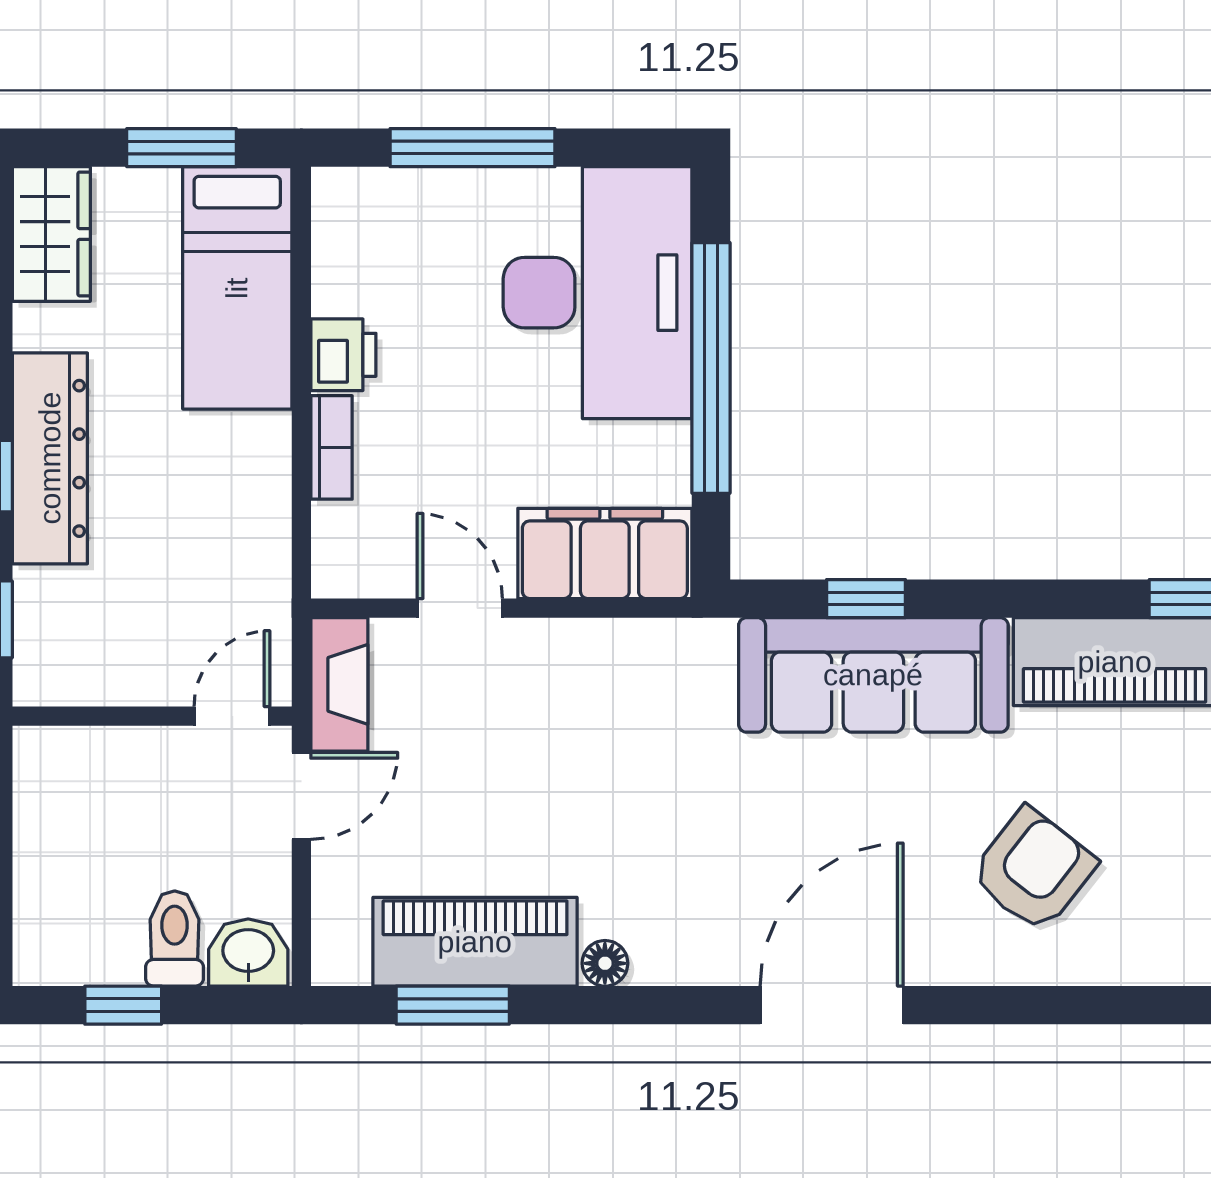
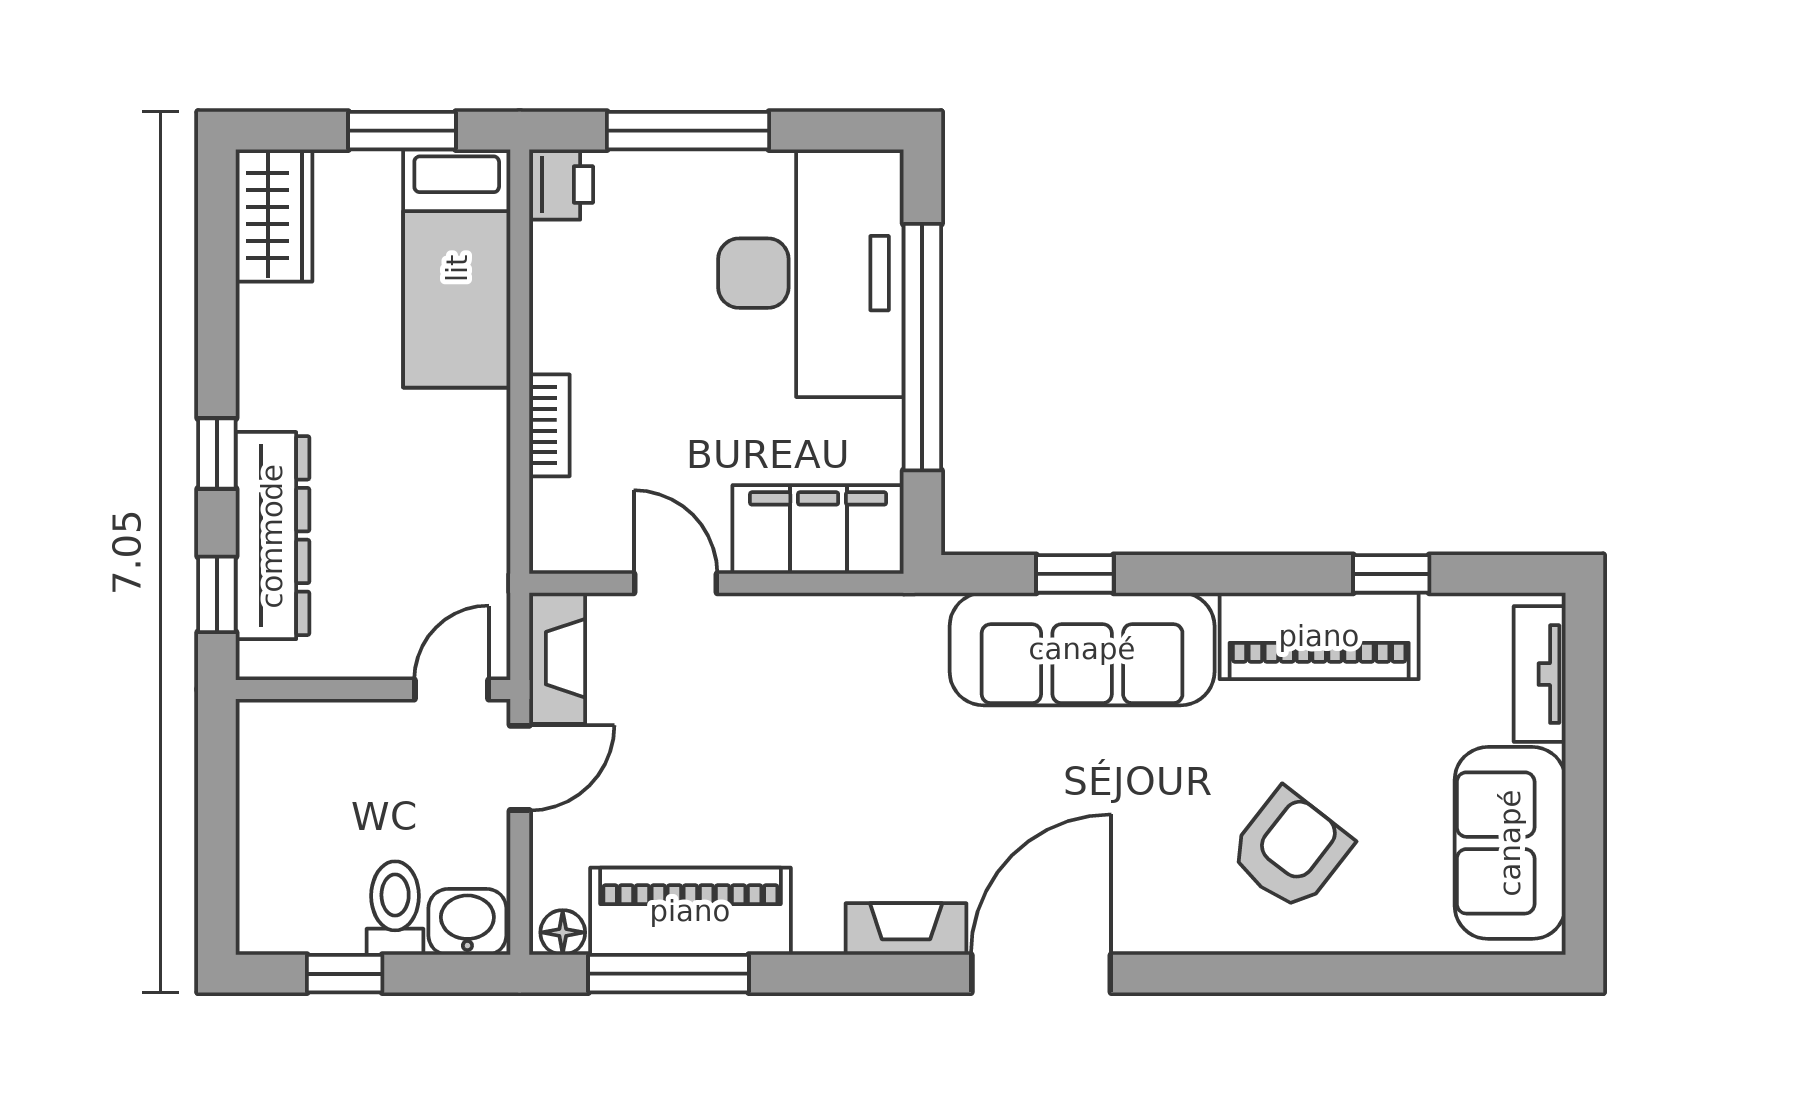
printer: (343, 355) -> (561, 184), moved
dresser: (50, 458) -> (272, 536), moved
armchair: (1033, 870) -> (1290, 850), moved
fireplace: (694, 960) -> (906, 929), added
floor lamp: (605, 963) -> (563, 932), moved
window: (453, 1005) -> (669, 974), width x1.44

